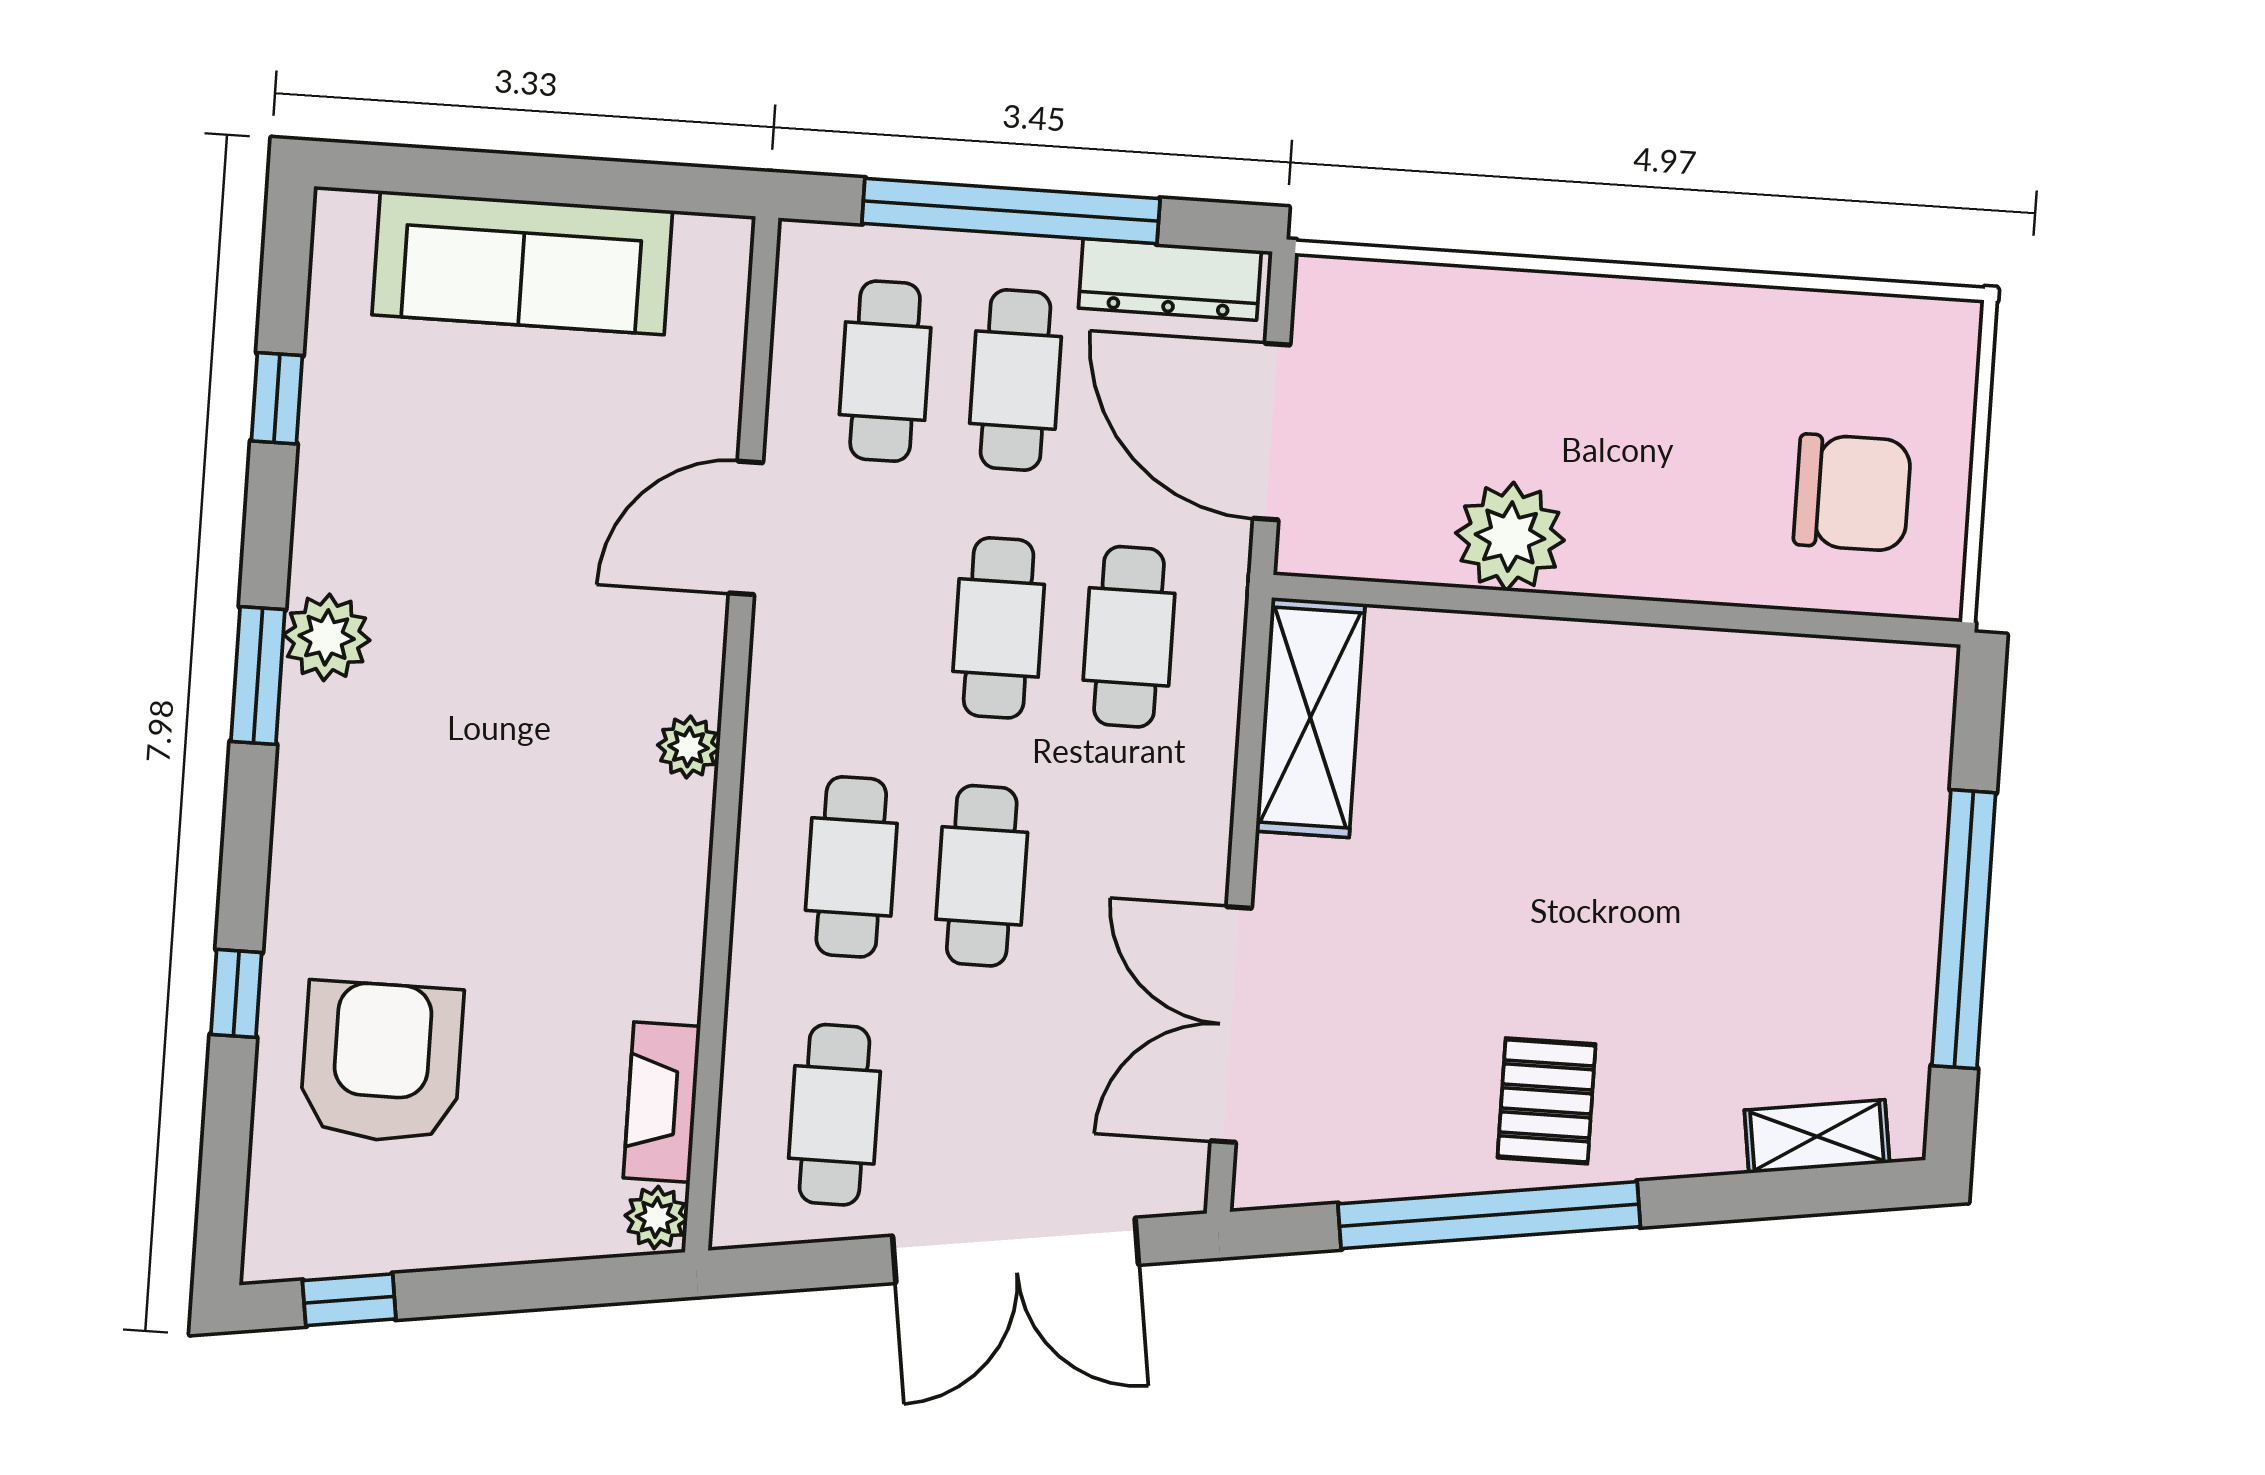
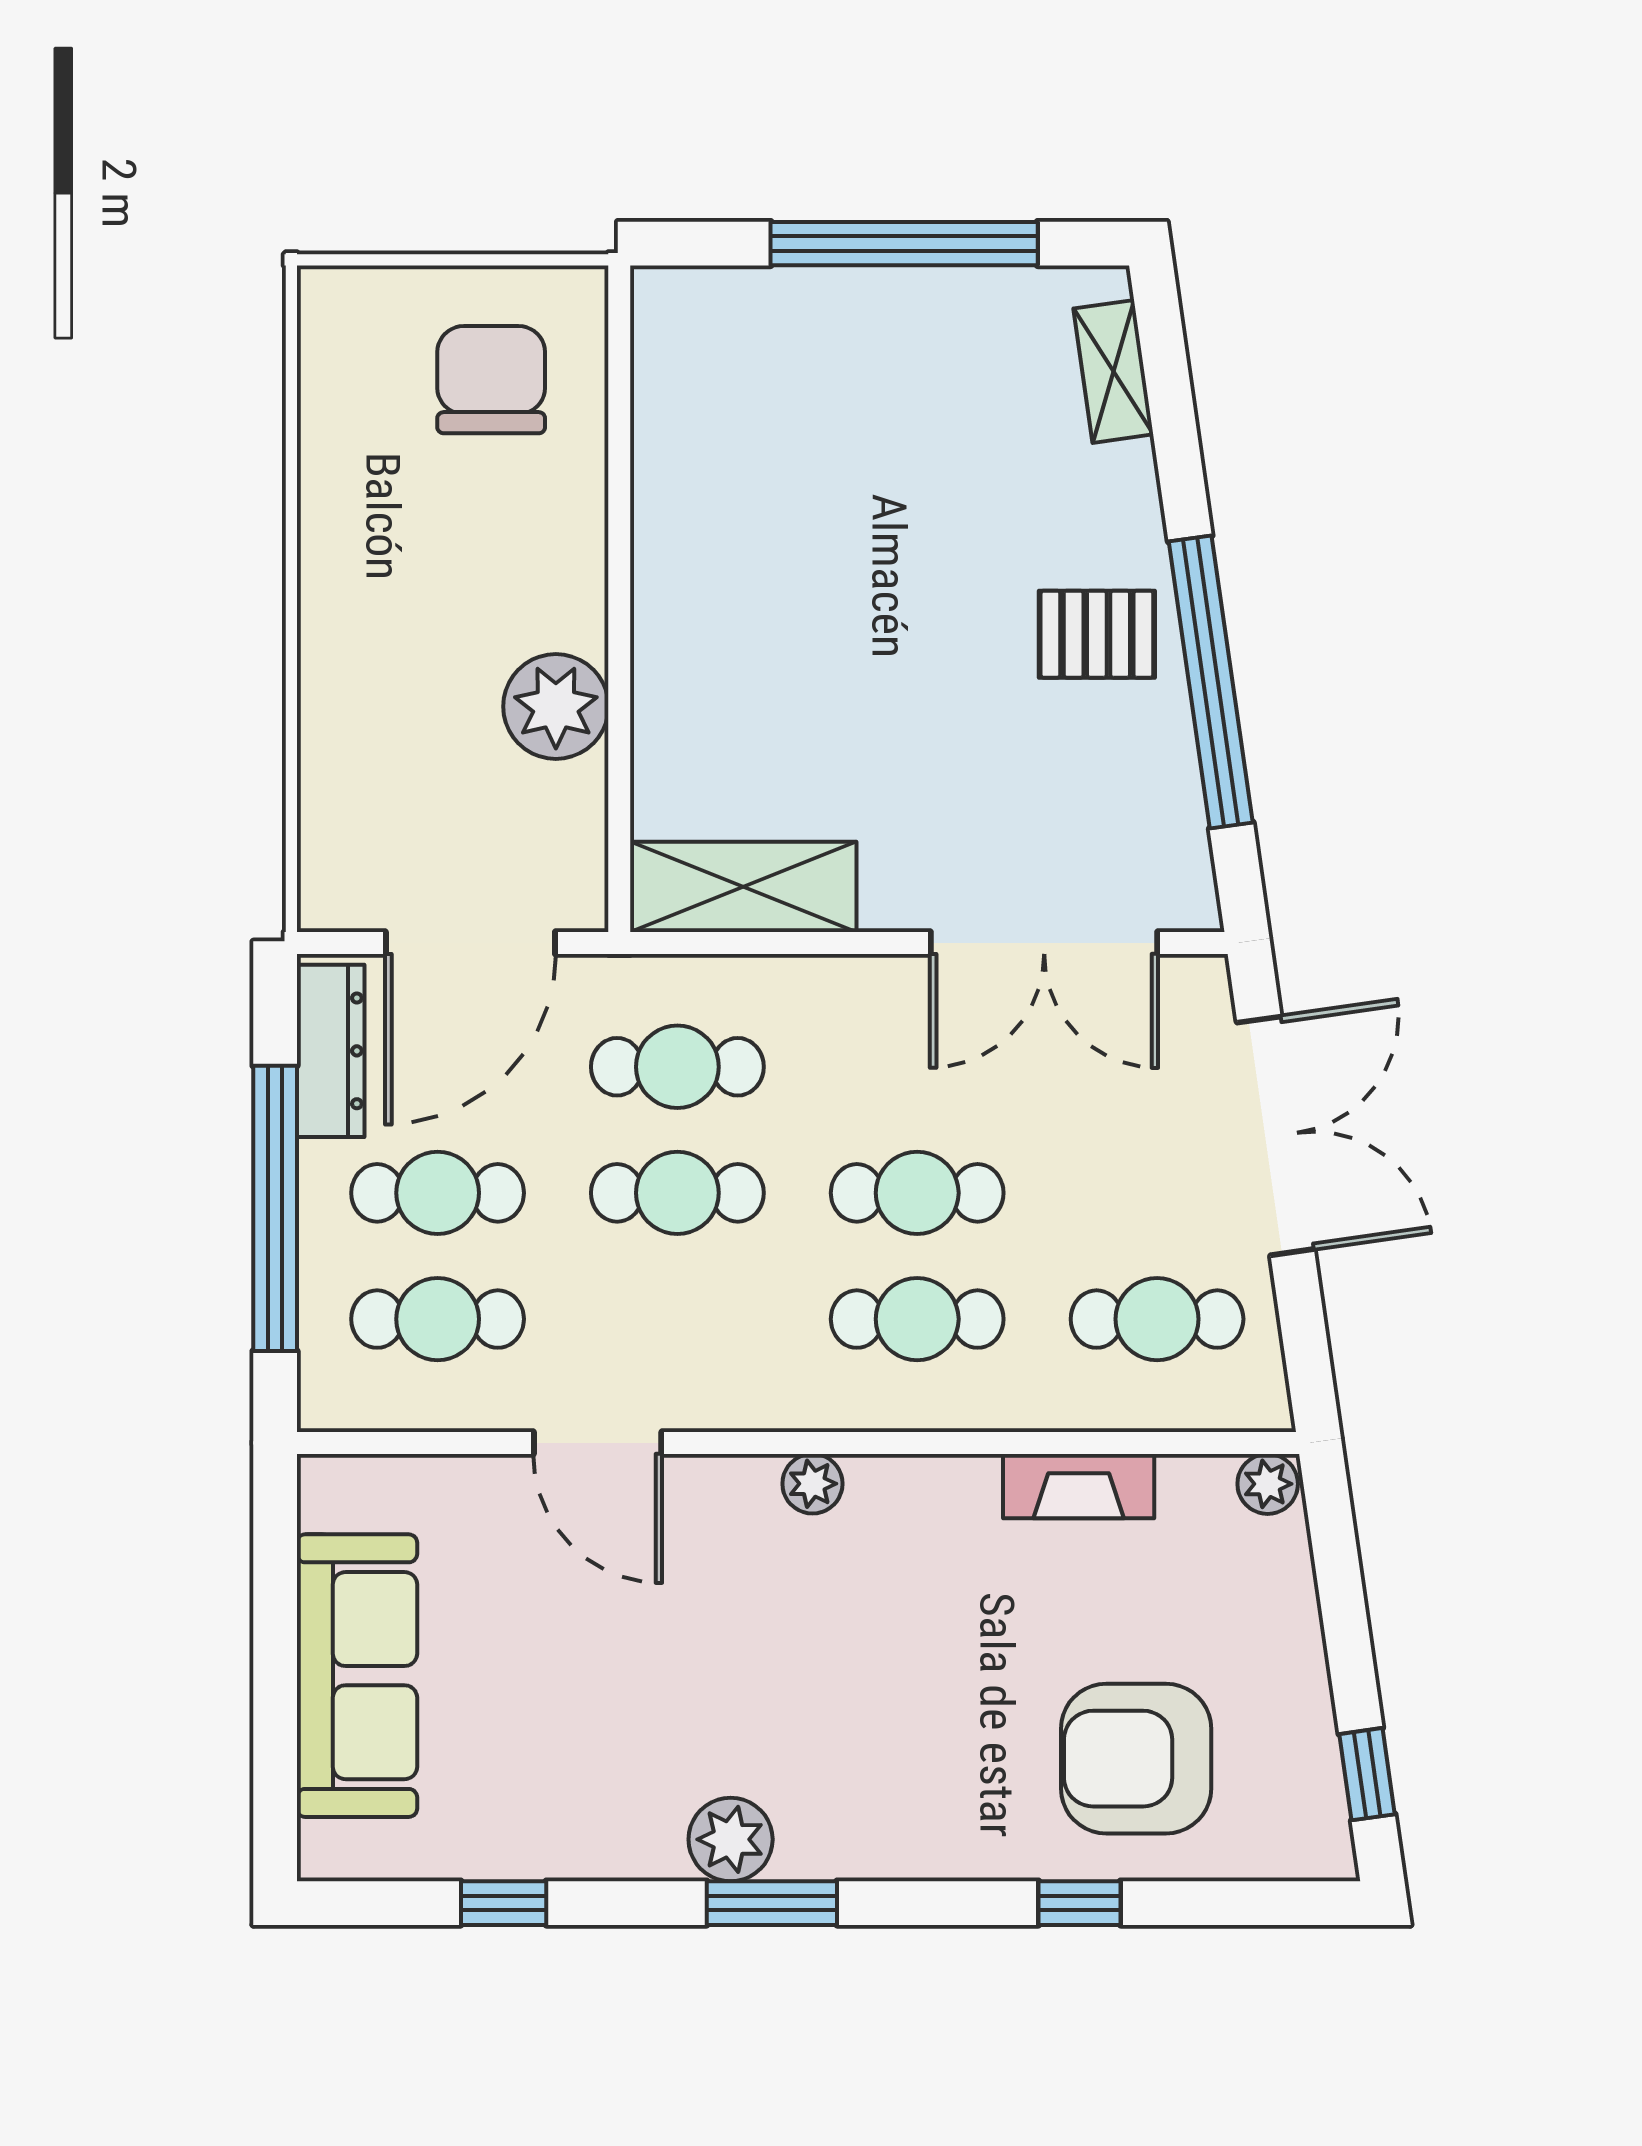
fireplace: (662, 1102) -> (1079, 1486), moved

